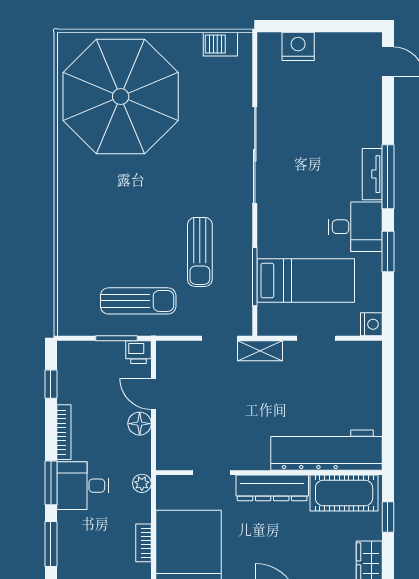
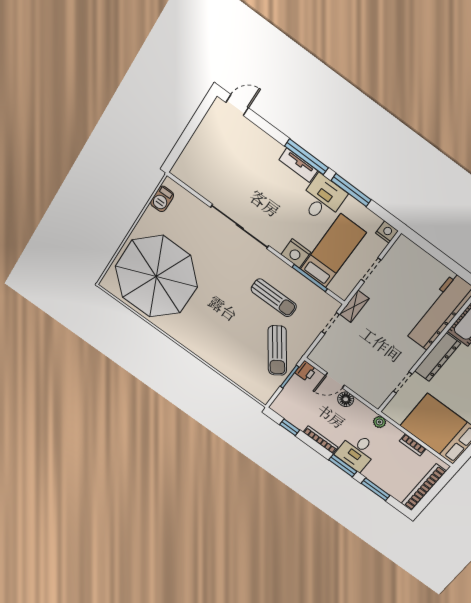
nightstand: (298, 46) -> (296, 253), moved, turned -90
window: (388, 251) -> (351, 190), width x1.44
sun lounger: (138, 301) -> (277, 351), turned 145

